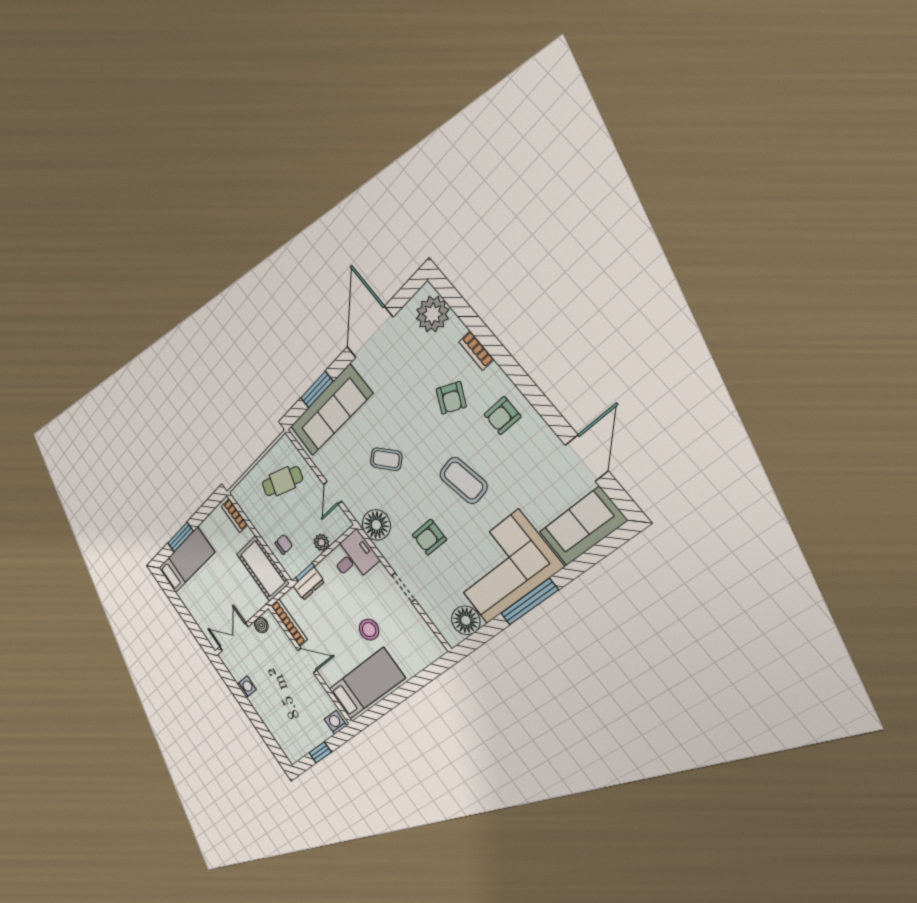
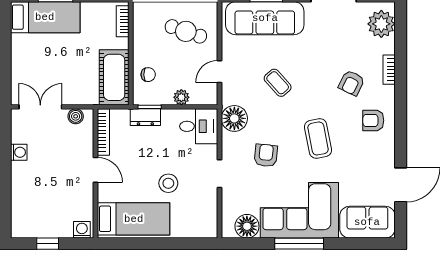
armchair: (429, 537) -> (266, 155), turned 96

